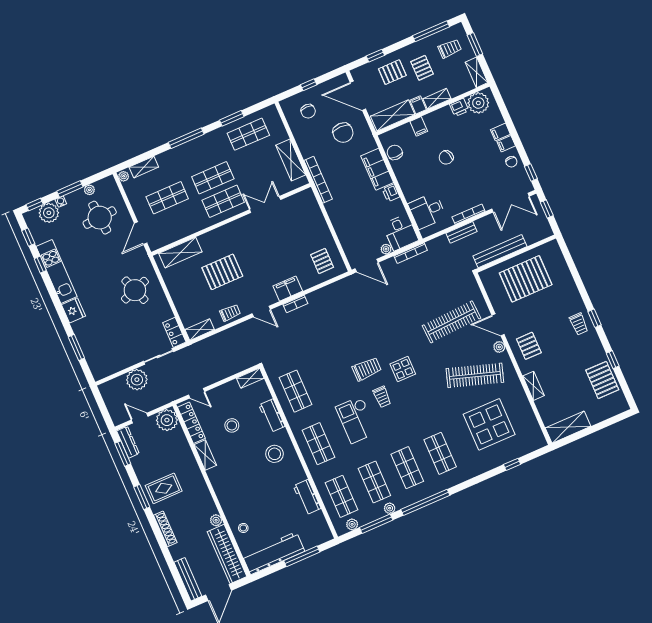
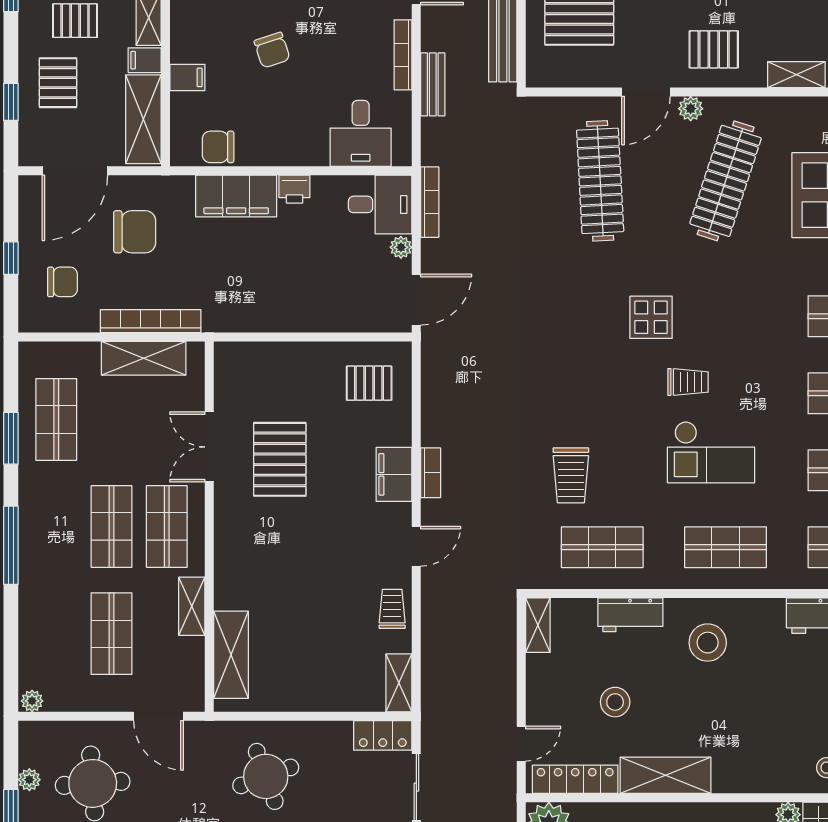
shelving: (144, 167) -> (192, 606), moved
bookcase: (318, 180) -> (151, 321), moved
pallet: (222, 272) -> (280, 459), moved
trolley: (367, 369) -> (571, 475), moved, turned 180
shelving: (205, 455) -> (666, 775), width x1.50, depth x1.33

